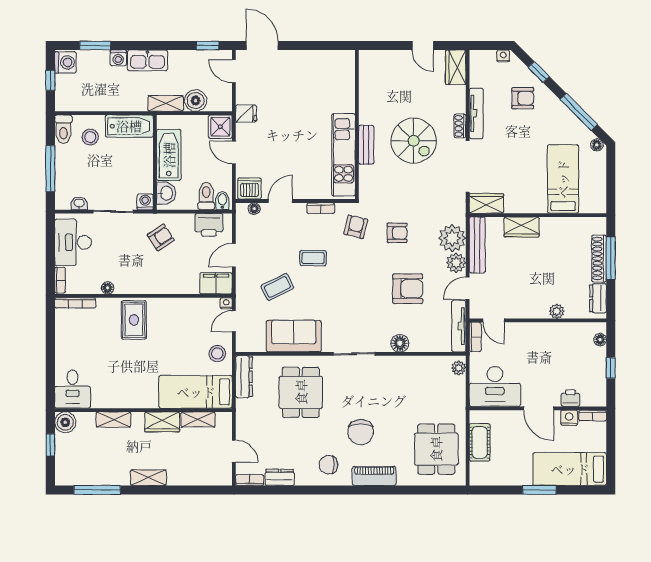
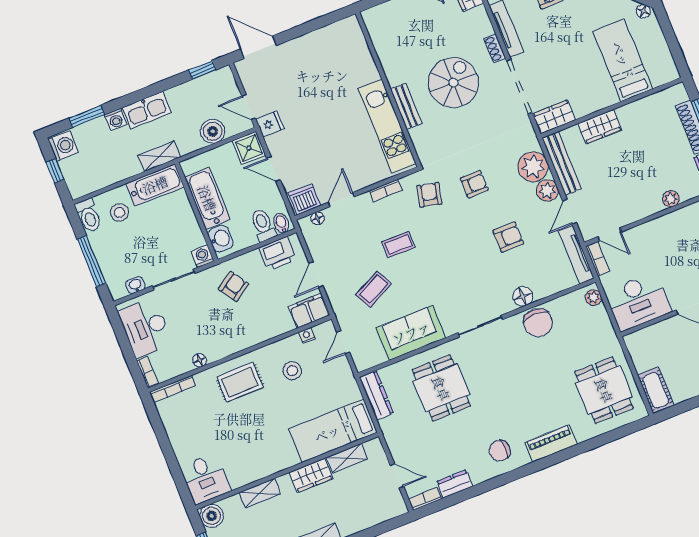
door: (234, 71) -> (249, 107), moved
shelving: (166, 103) -> (159, 156), moved
spiral stairs: (414, 141) -> (453, 83), turned -90
armchair: (408, 289) -> (508, 237), width x0.72, depth x0.72
nightstand: (226, 303) -> (307, 336), moved
rug: (134, 320) -> (240, 382), turned 90
stool: (217, 354) -> (292, 371), moved
chair: (361, 432) -> (538, 323), moved
cot: (480, 442) -> (656, 390), moved

